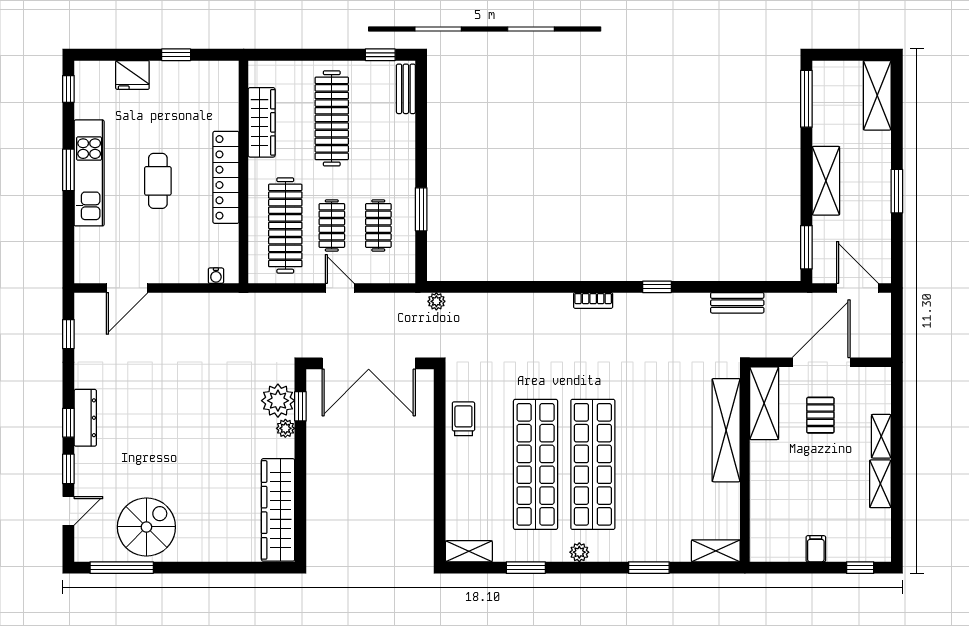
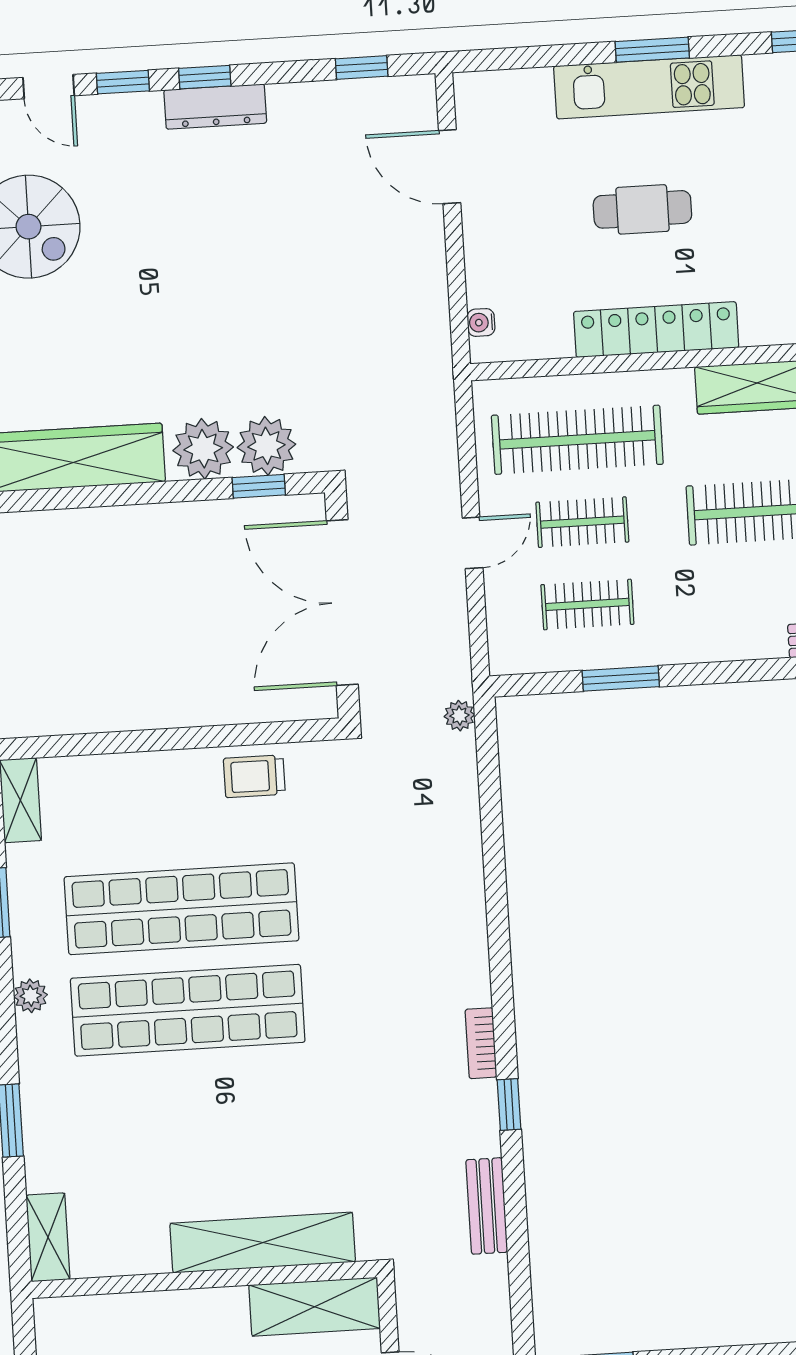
bookcase: (593, 300) -> (481, 1043), moved
bench: (737, 303) -> (487, 1206), moved
trolley: (463, 419) -> (254, 776), turned 180
plant: (285, 428) -> (203, 449), width x1.87, depth x1.87

